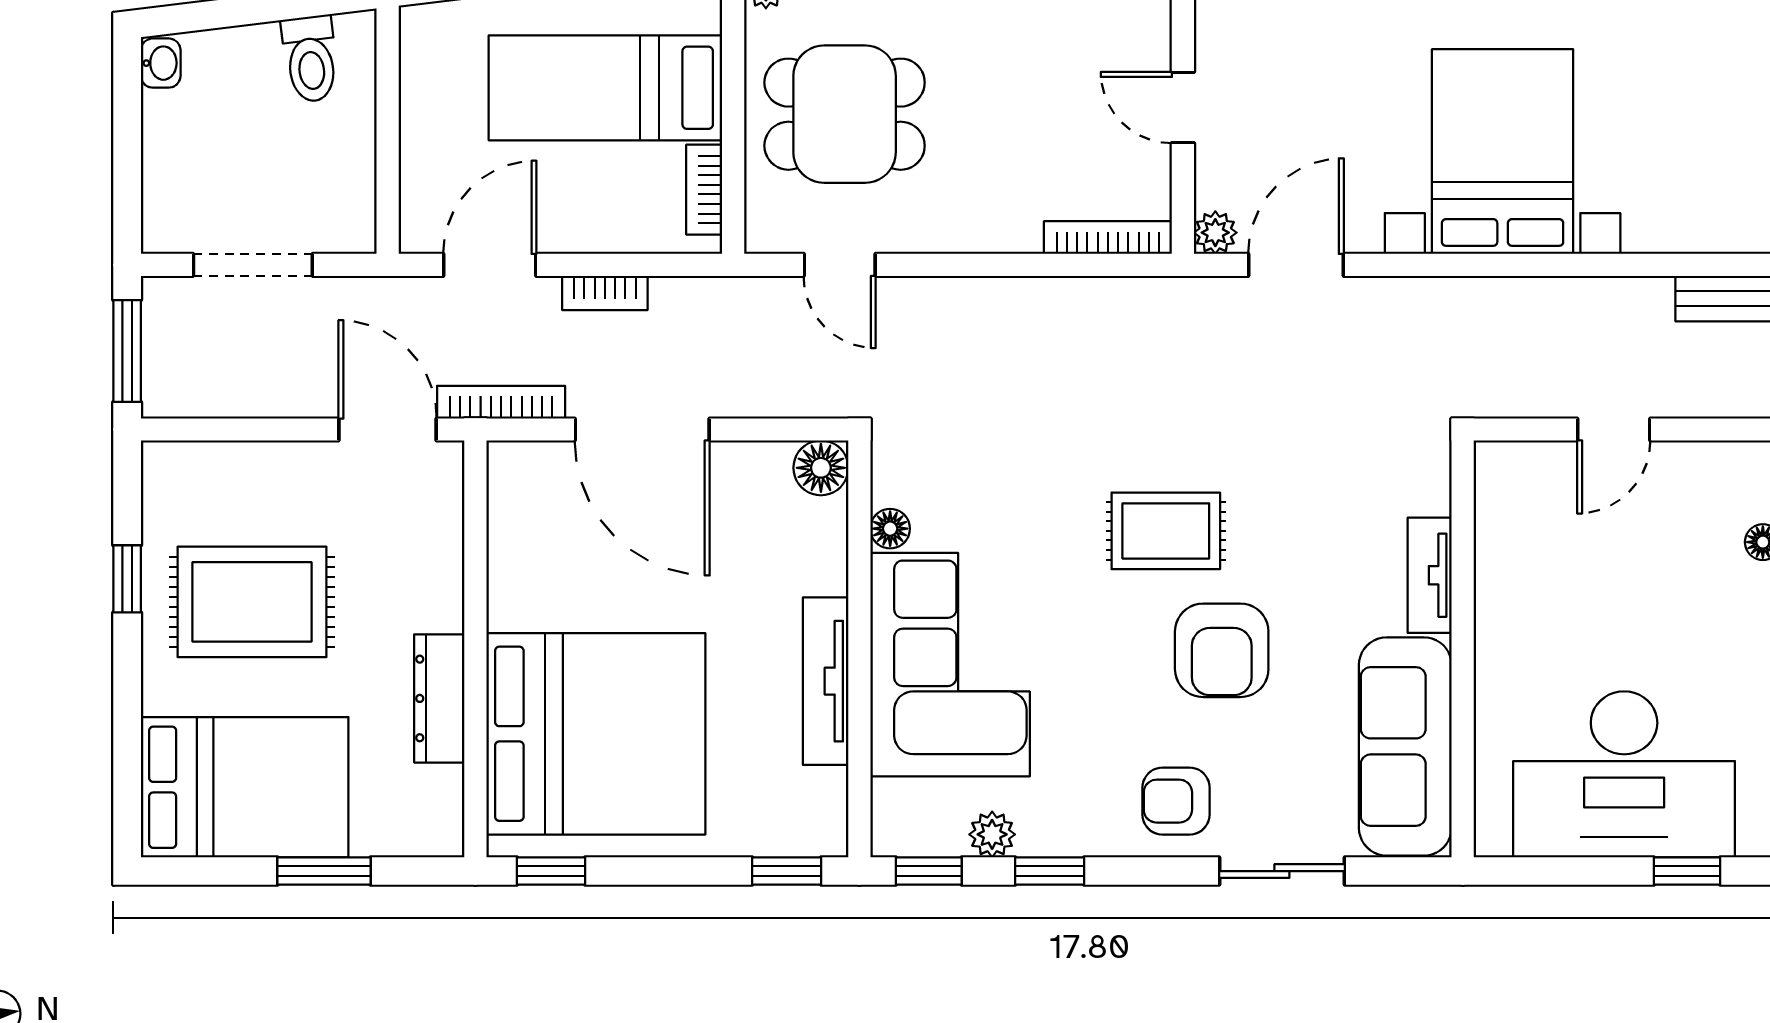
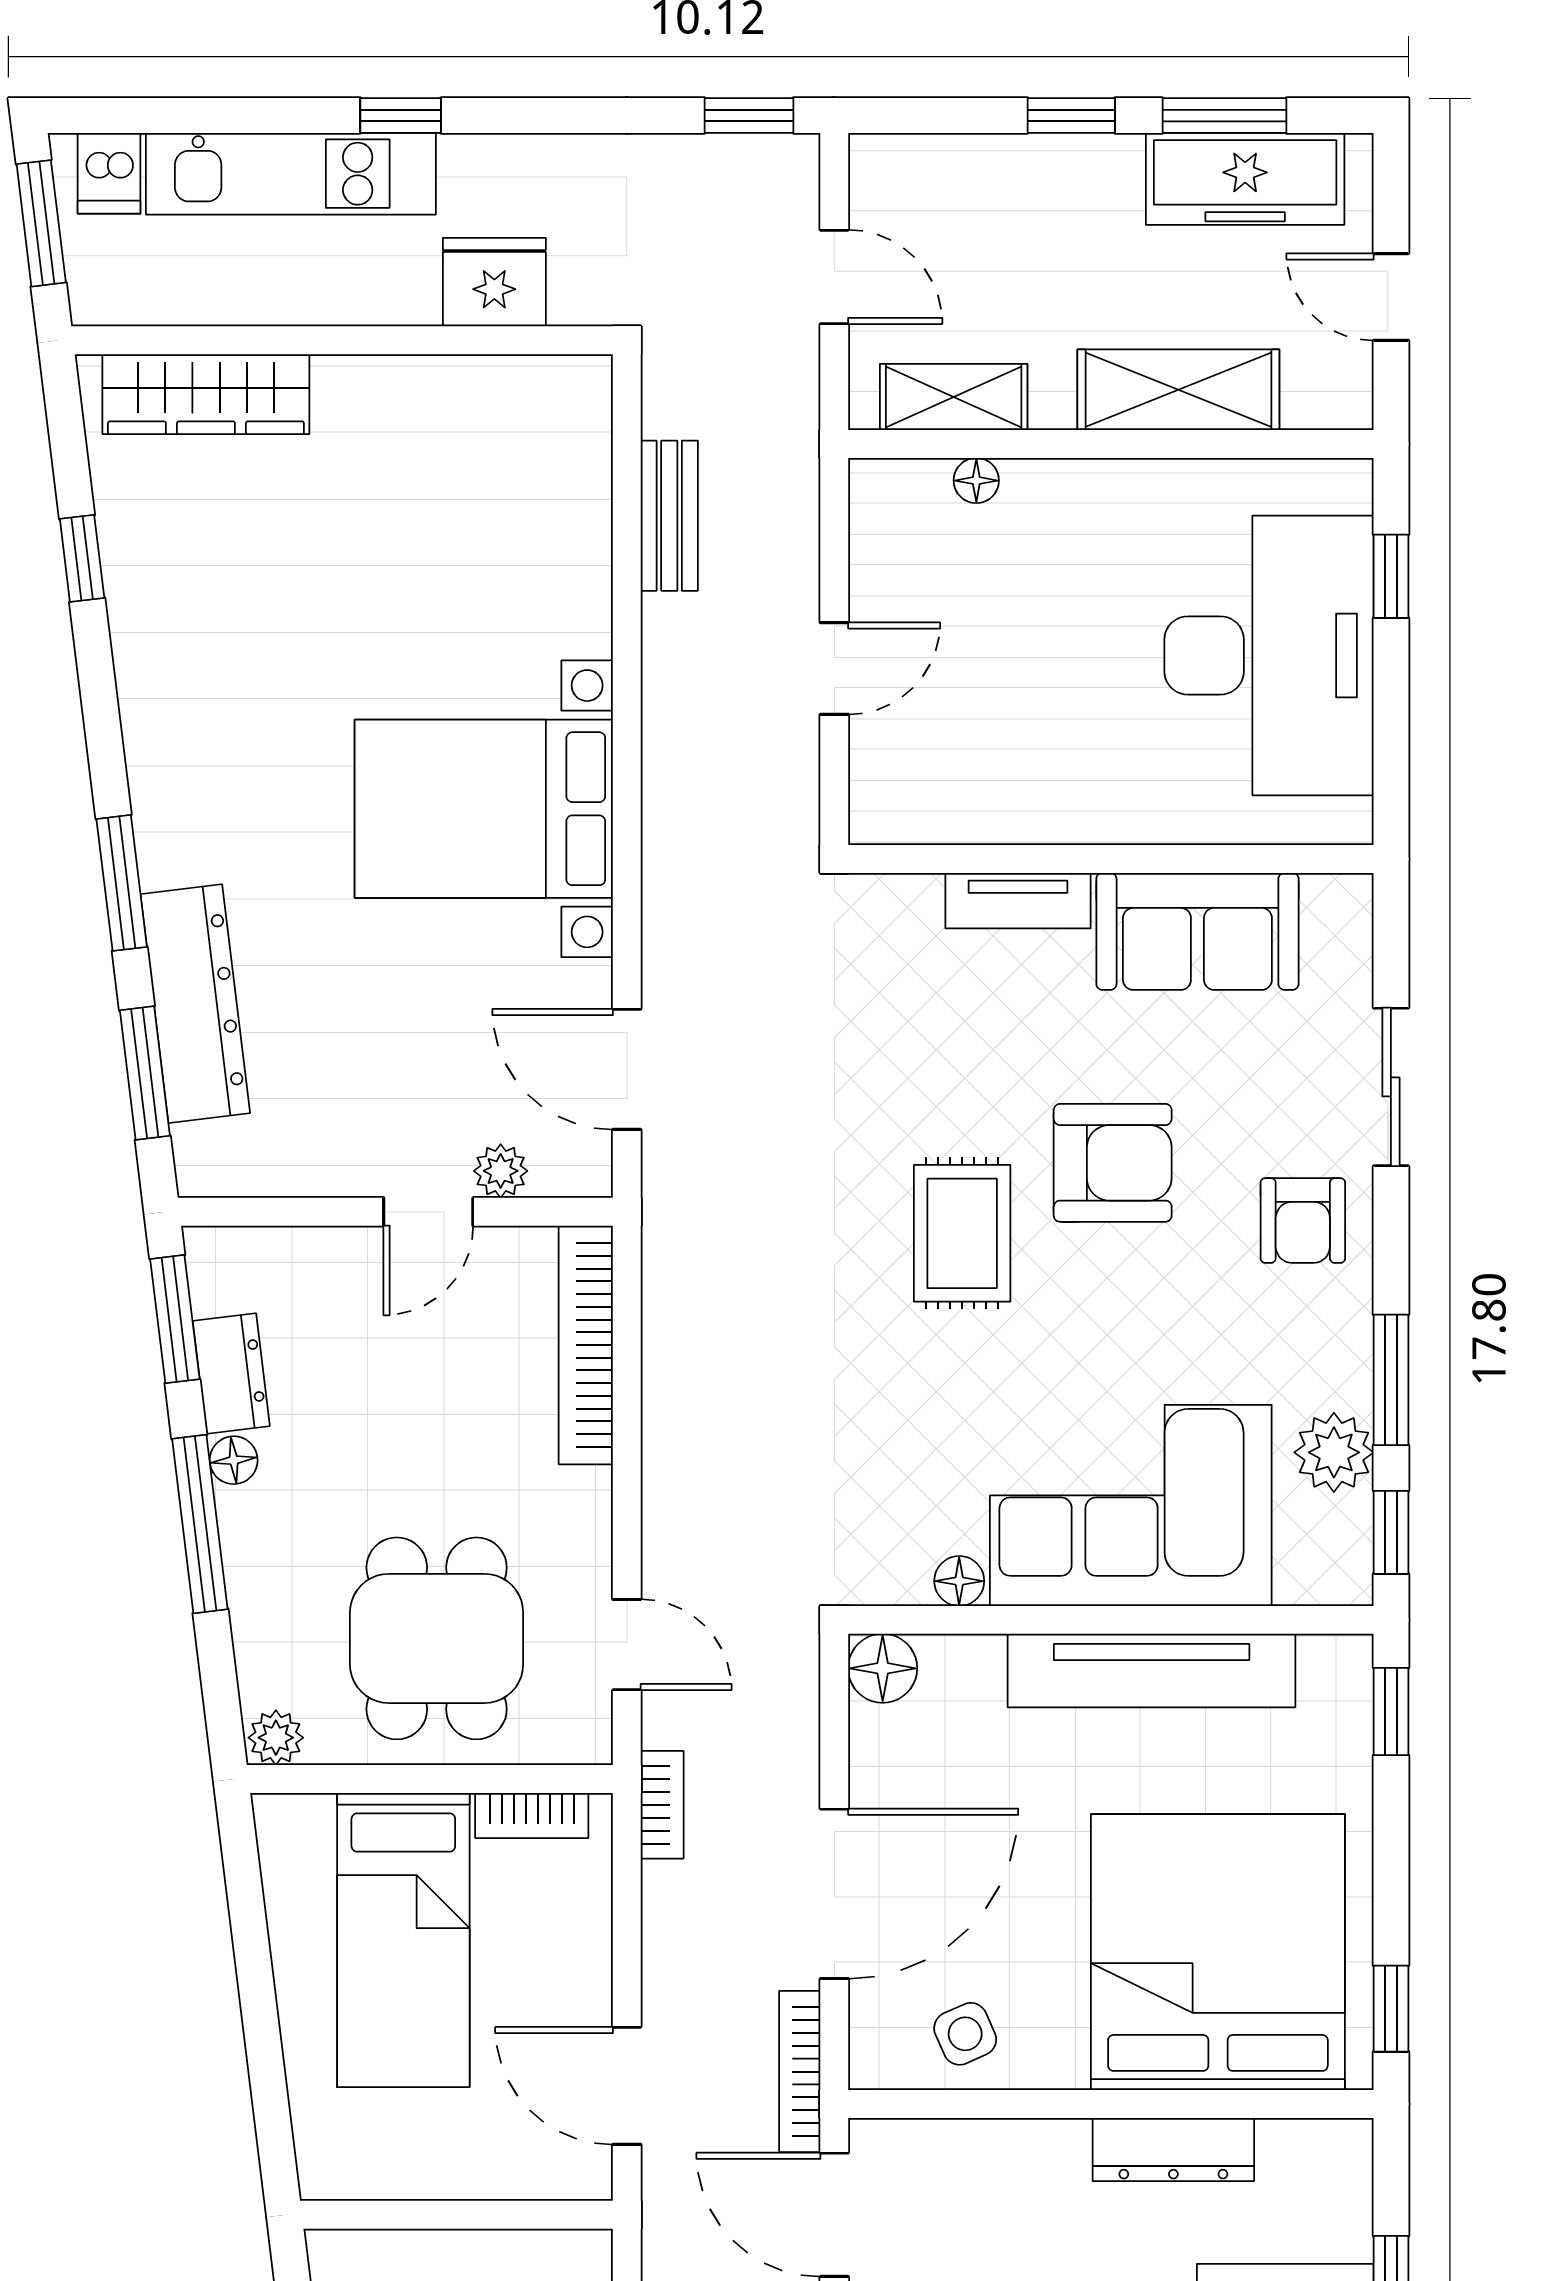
plant: (1215, 233) -> (501, 1171), moved
bookcase: (1108, 238) -> (586, 1345), width x1.48, depth x1.31
door: (840, 265) -> (627, 1645), hinge flipped
bookcase: (605, 293) -> (662, 1805), moved
door: (388, 429) -> (834, 2215), hinge flipped
door: (1614, 429) -> (834, 668), hinge flipped
side table: (531, 533) -> (965, 2034), added
tv unit: (826, 681) -> (1152, 1670), width x1.36, depth x1.29
sofa: (1405, 746) -> (1197, 931), width x0.73
plant: (992, 834) -> (1334, 1452), width x1.38, depth x1.38
window: (1050, 871) -> (1391, 1380), width x1.50

